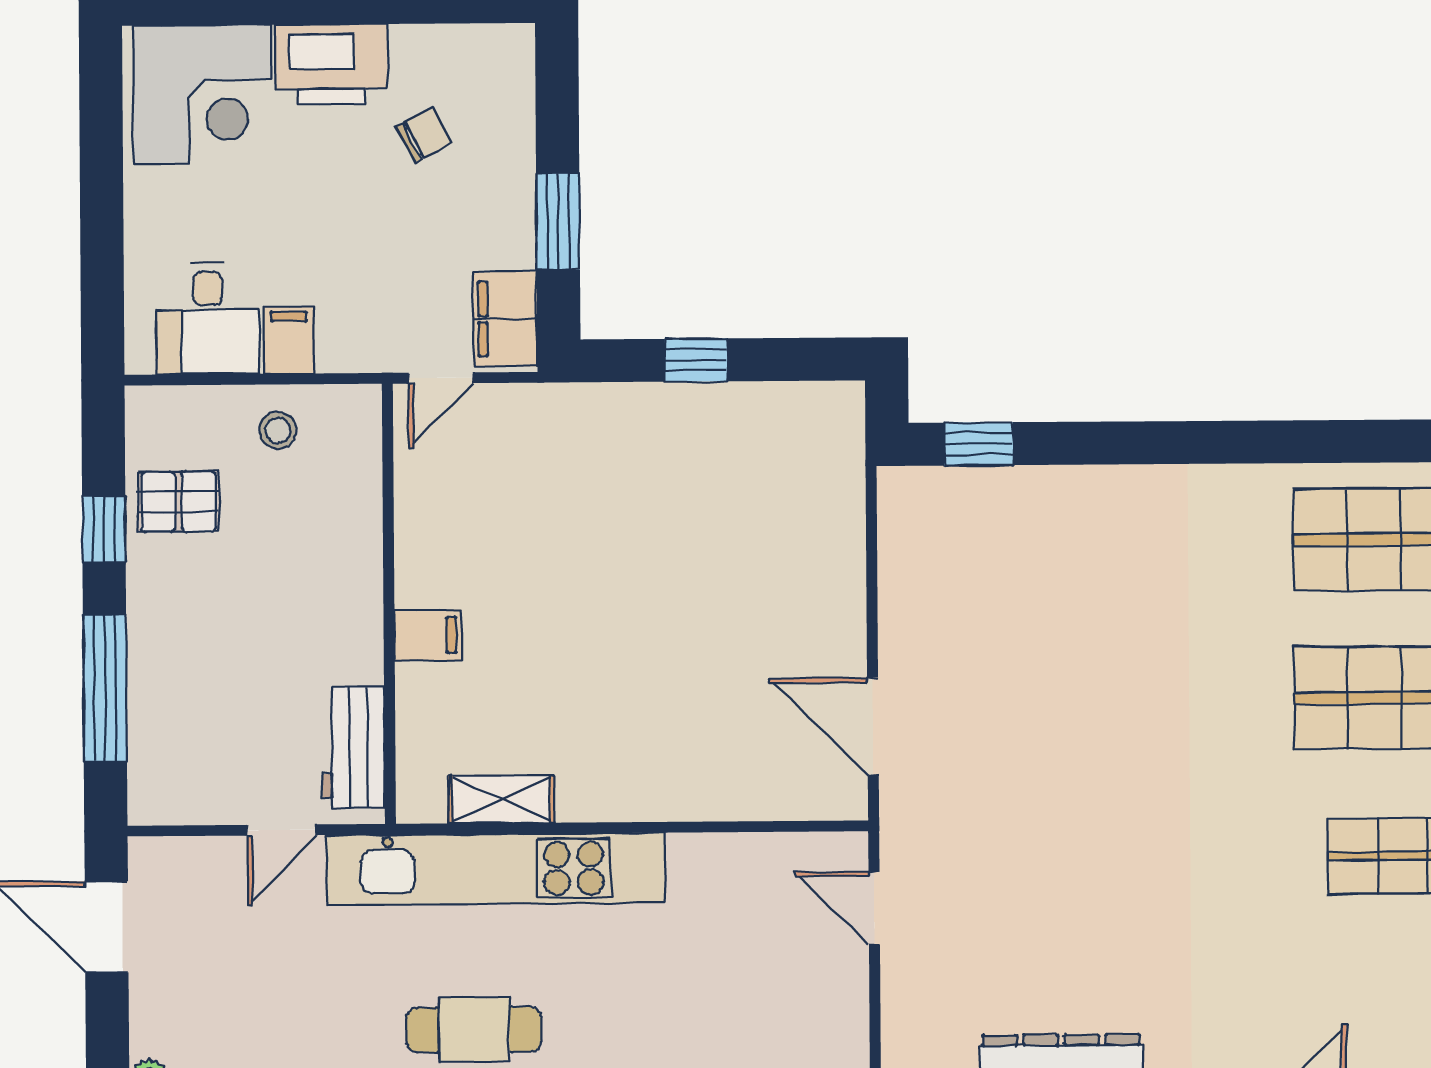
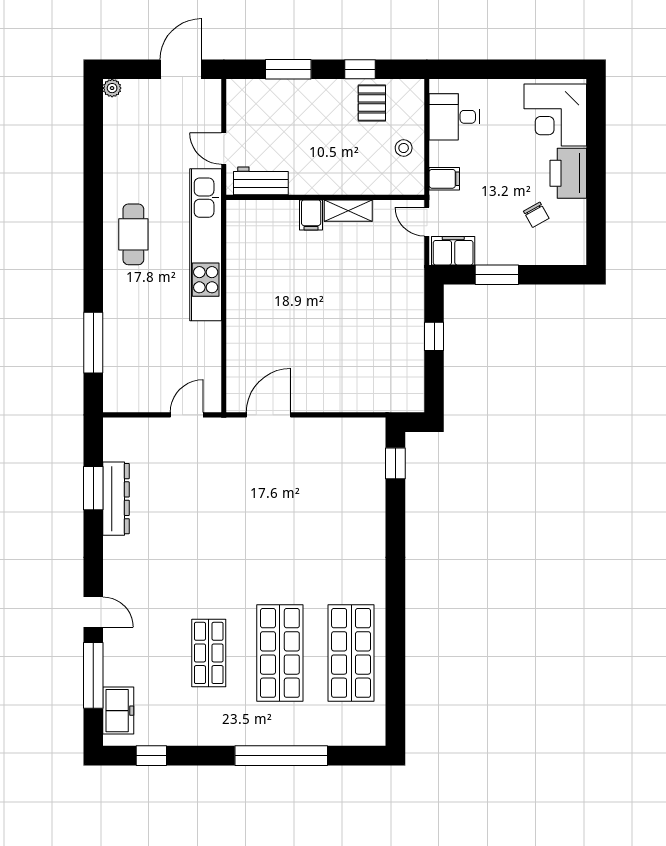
filing cabinet: (289, 340) -> (444, 179), moved
window: (105, 688) -> (288, 69), width x0.69
shelving: (501, 799) -> (348, 211), moved, turned 90

